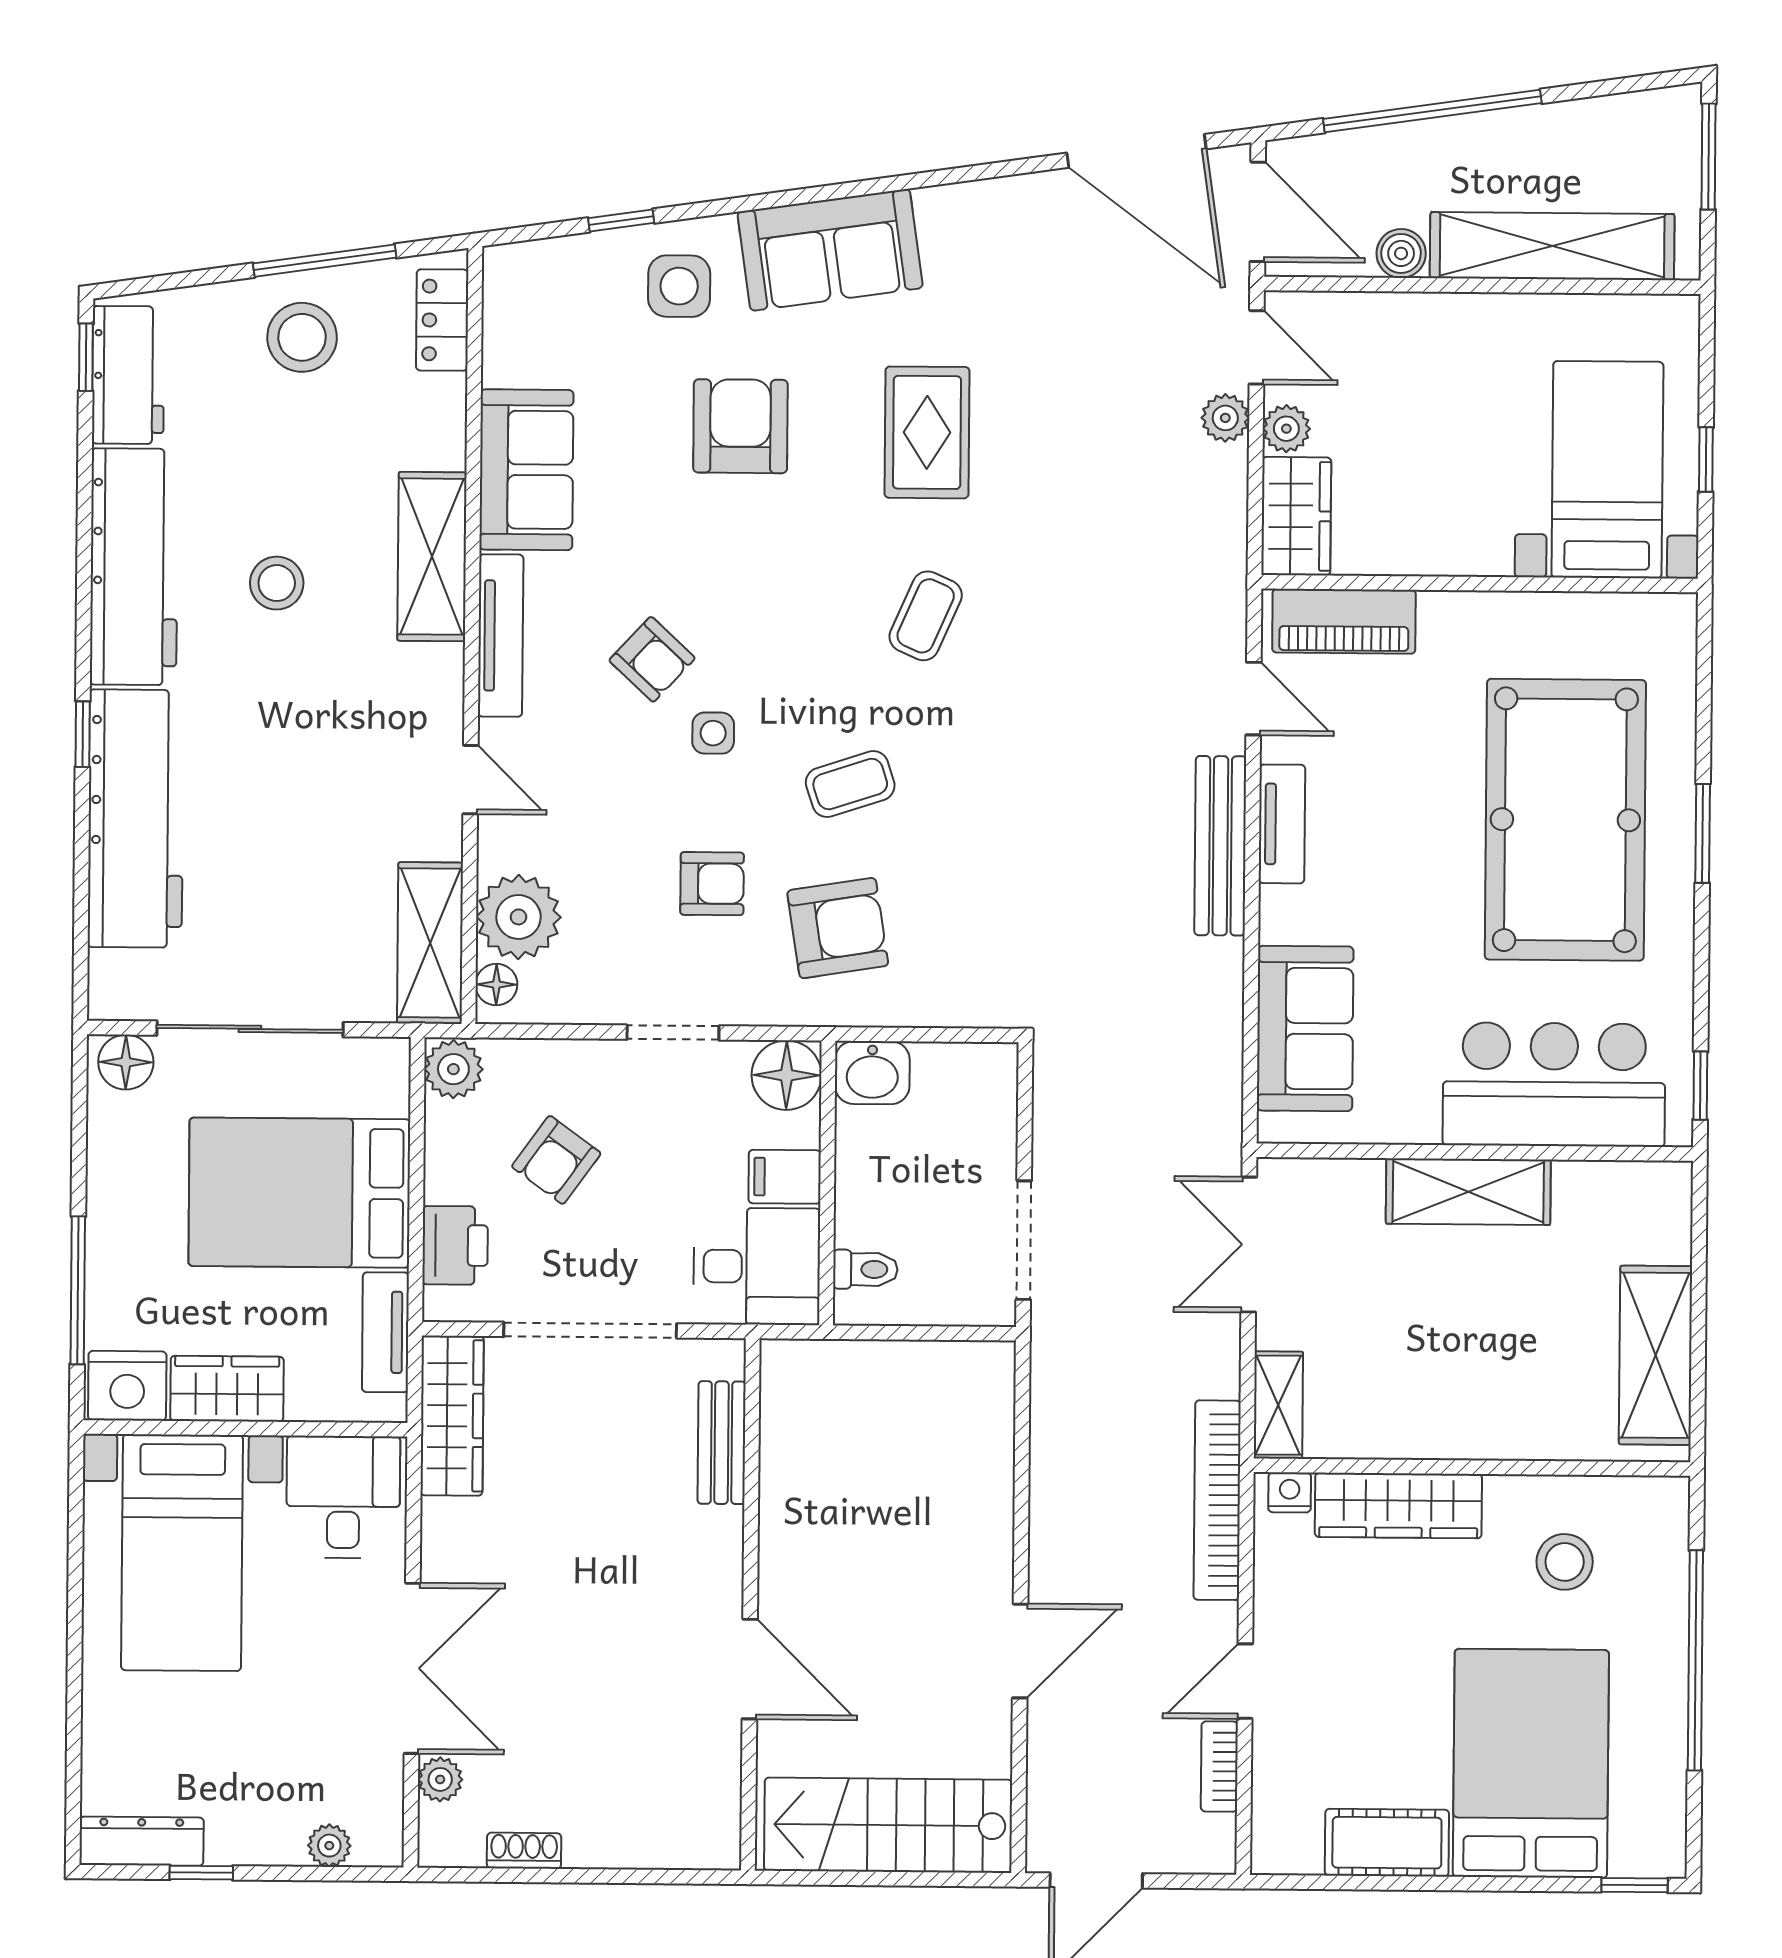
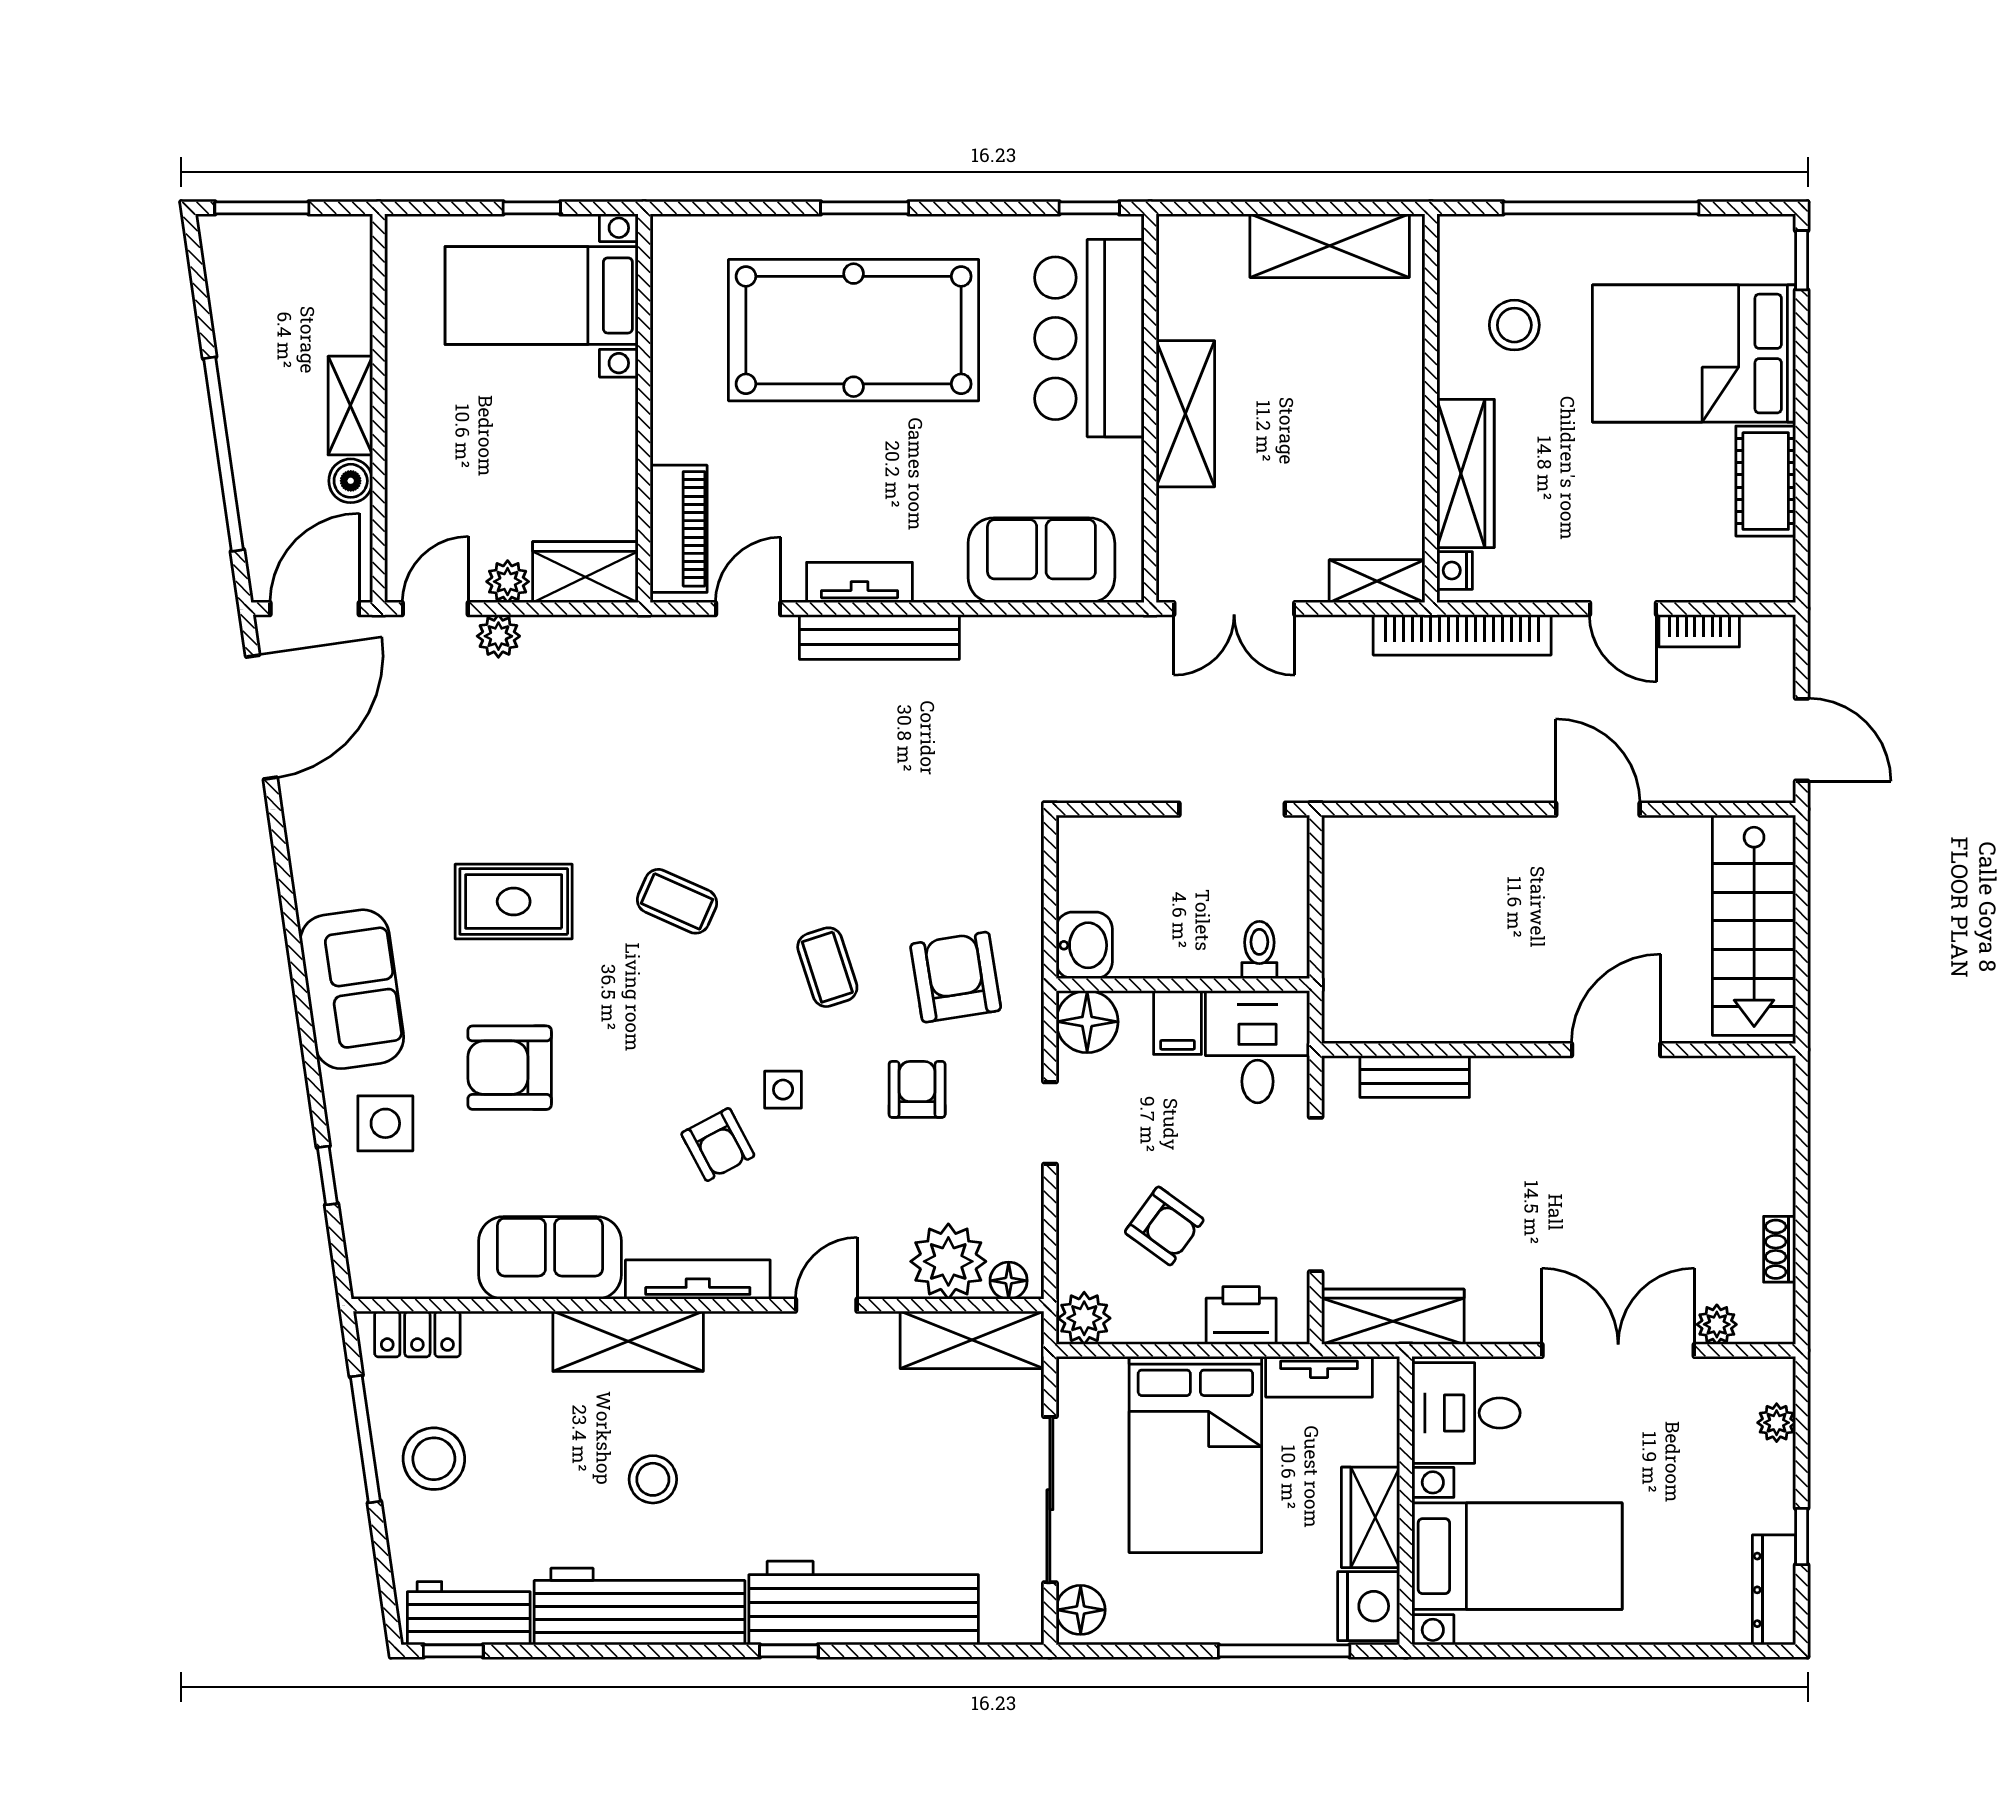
shelving: (1552, 246) -> (350, 406), width x0.45, depth x0.75
armchair: (652, 659) -> (718, 1145), turned 109

